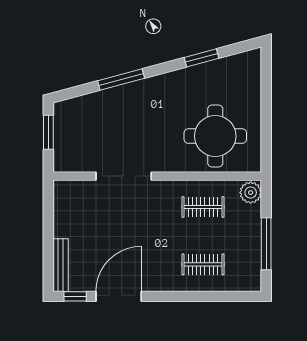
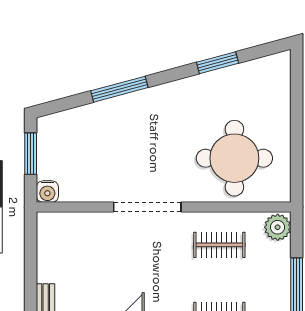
water cooler: (62, 163) -> (47, 192), added
doorway: (124, 176) -> (147, 207), moved

